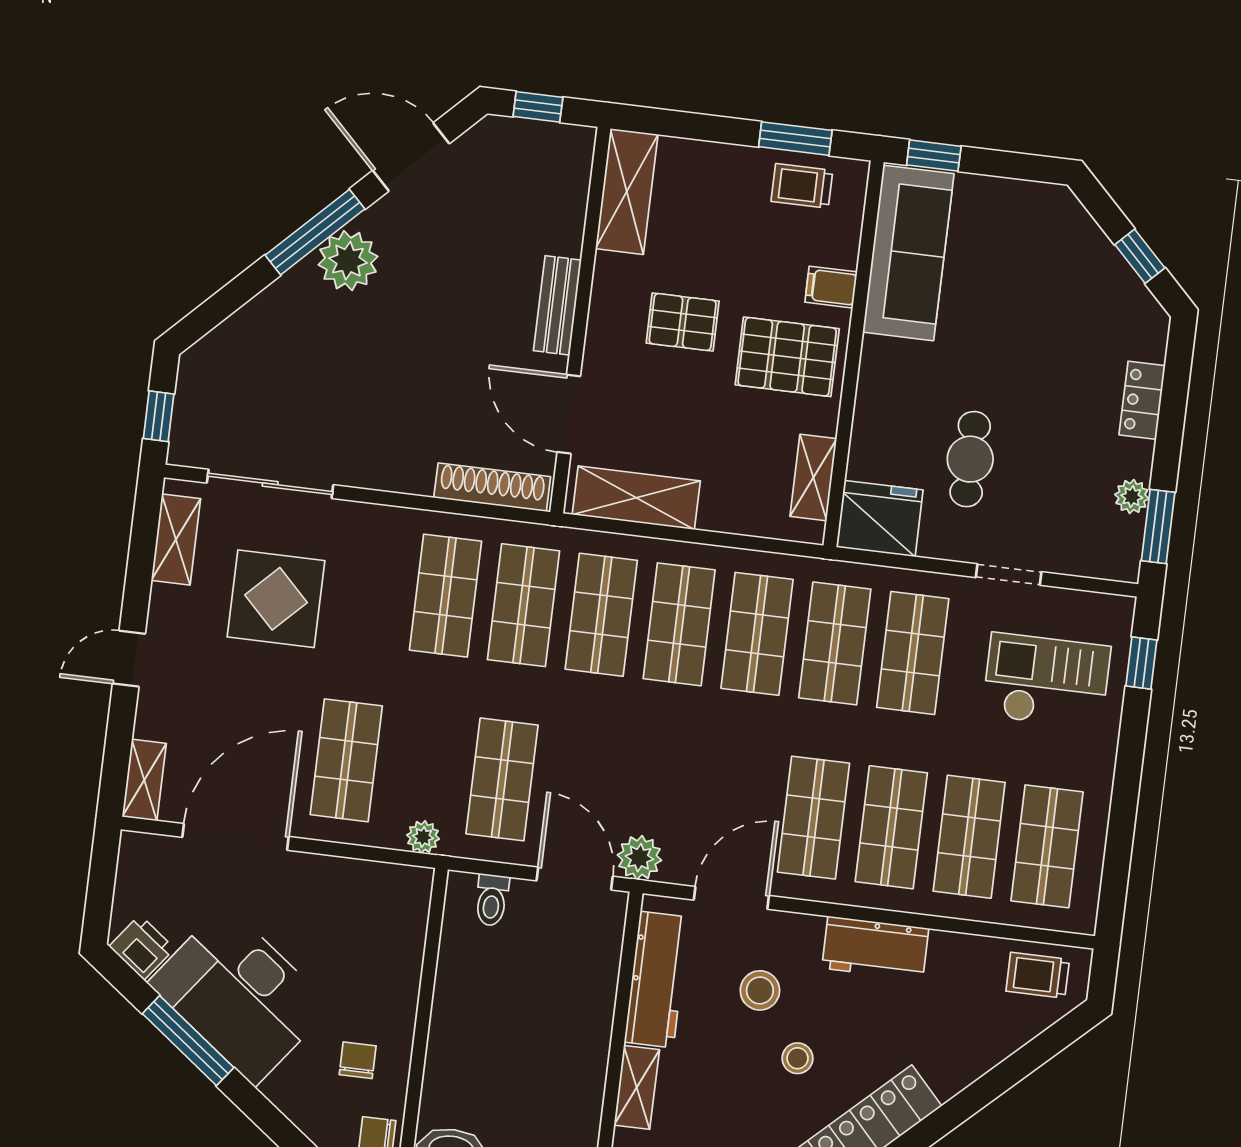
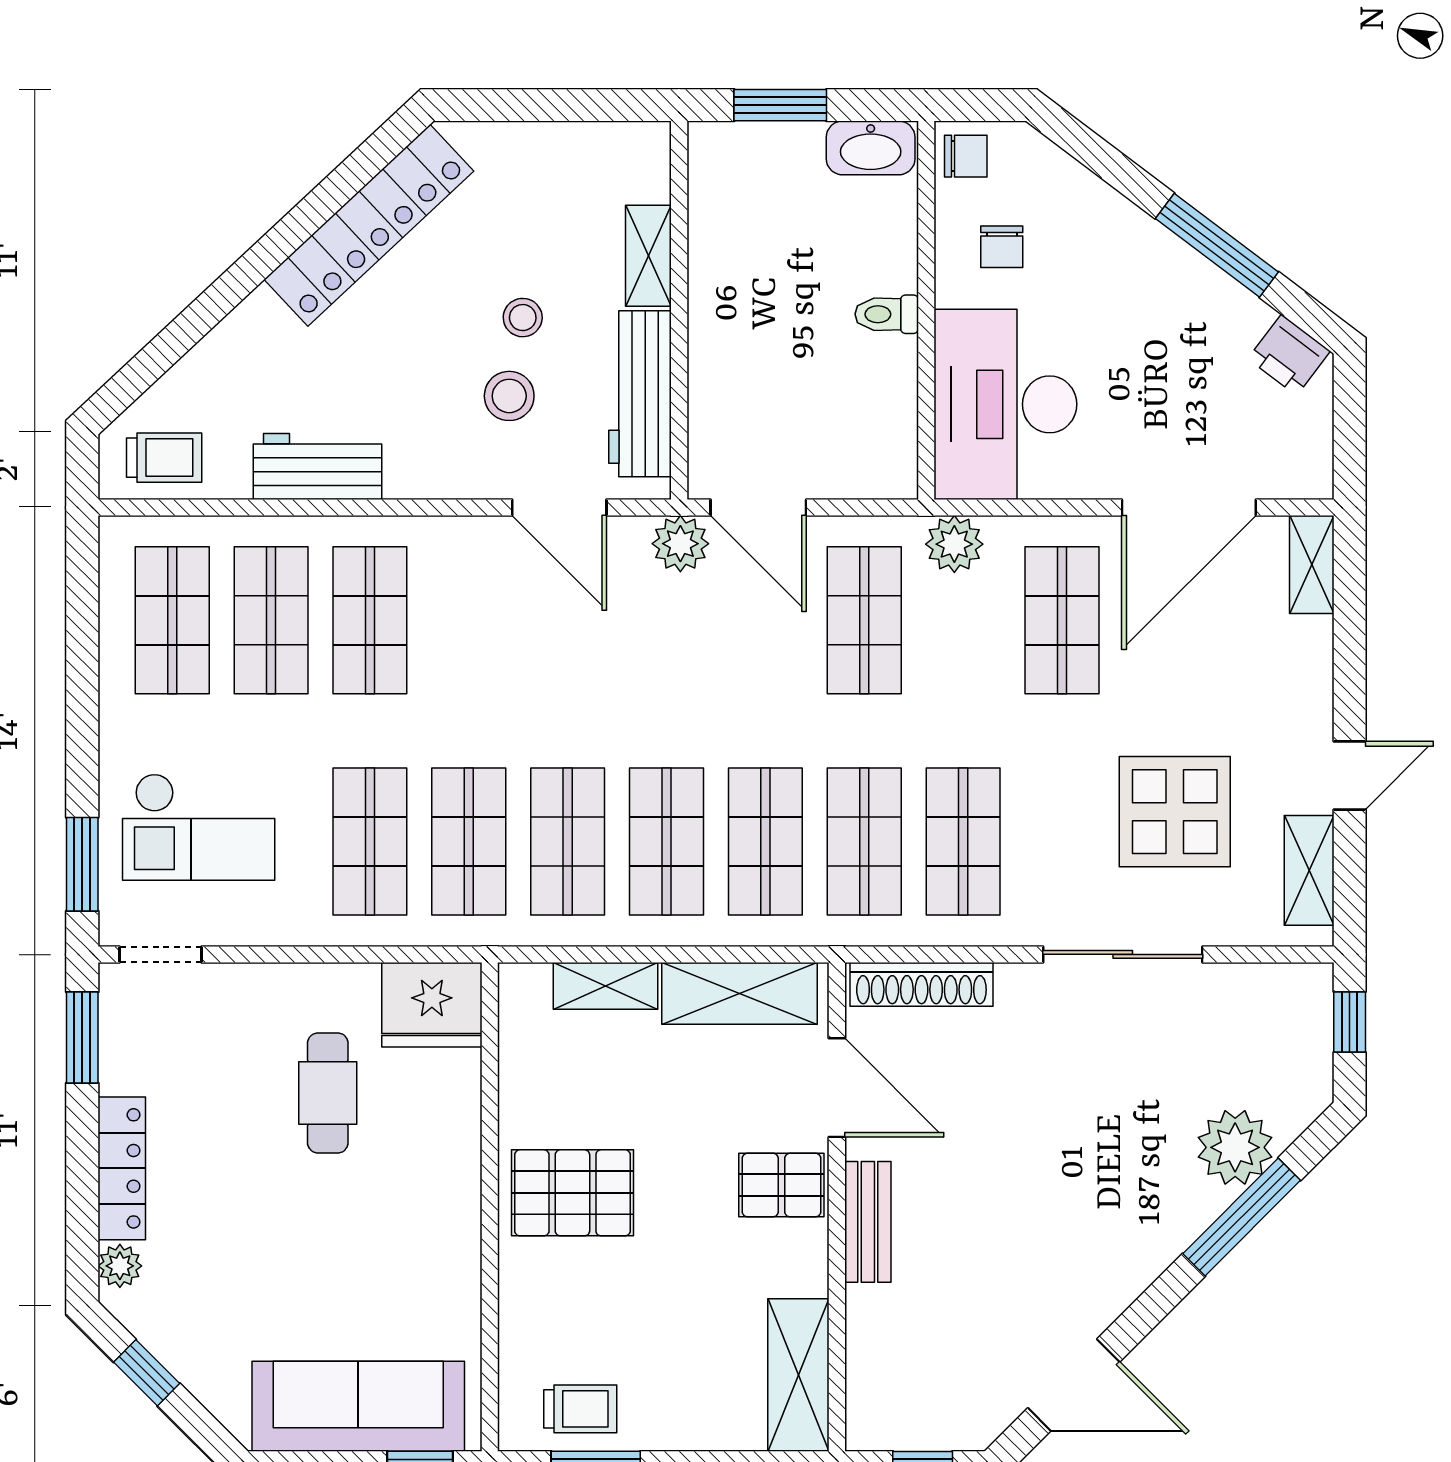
window: (315, 232) -> (1242, 1217), moved
sofa: (908, 253) -> (358, 1406), moved, turned 90
plant: (348, 261) -> (1235, 1147), moved
filing cabinet: (831, 287) -> (528, 1287), removed
pallet: (683, 322) -> (781, 1185), moved
locker: (1142, 400) -> (122, 1168), width x1.53
shelving: (813, 478) -> (606, 986), moved, turned 90
sliding door: (270, 484) -> (1123, 954), moved
plant: (1132, 497) -> (120, 1266), moved
doorway: (1009, 575) -> (161, 954), moved
door: (129, 659) -> (1350, 775), moved
window: (1141, 663) -> (82, 864), width x1.50
shop shelf: (813, 818) -> (469, 620), removed
plant: (423, 837) -> (954, 544), width x1.38, depth x1.38
door: (731, 898) -> (559, 507), hinge flipped
toilet: (492, 900) -> (887, 314), moved, turned -90
workbench: (875, 948) -> (318, 466), moved
desk: (240, 995) -> (1005, 404), moved, turned -127
stool: (797, 1058) -> (523, 318), moved

